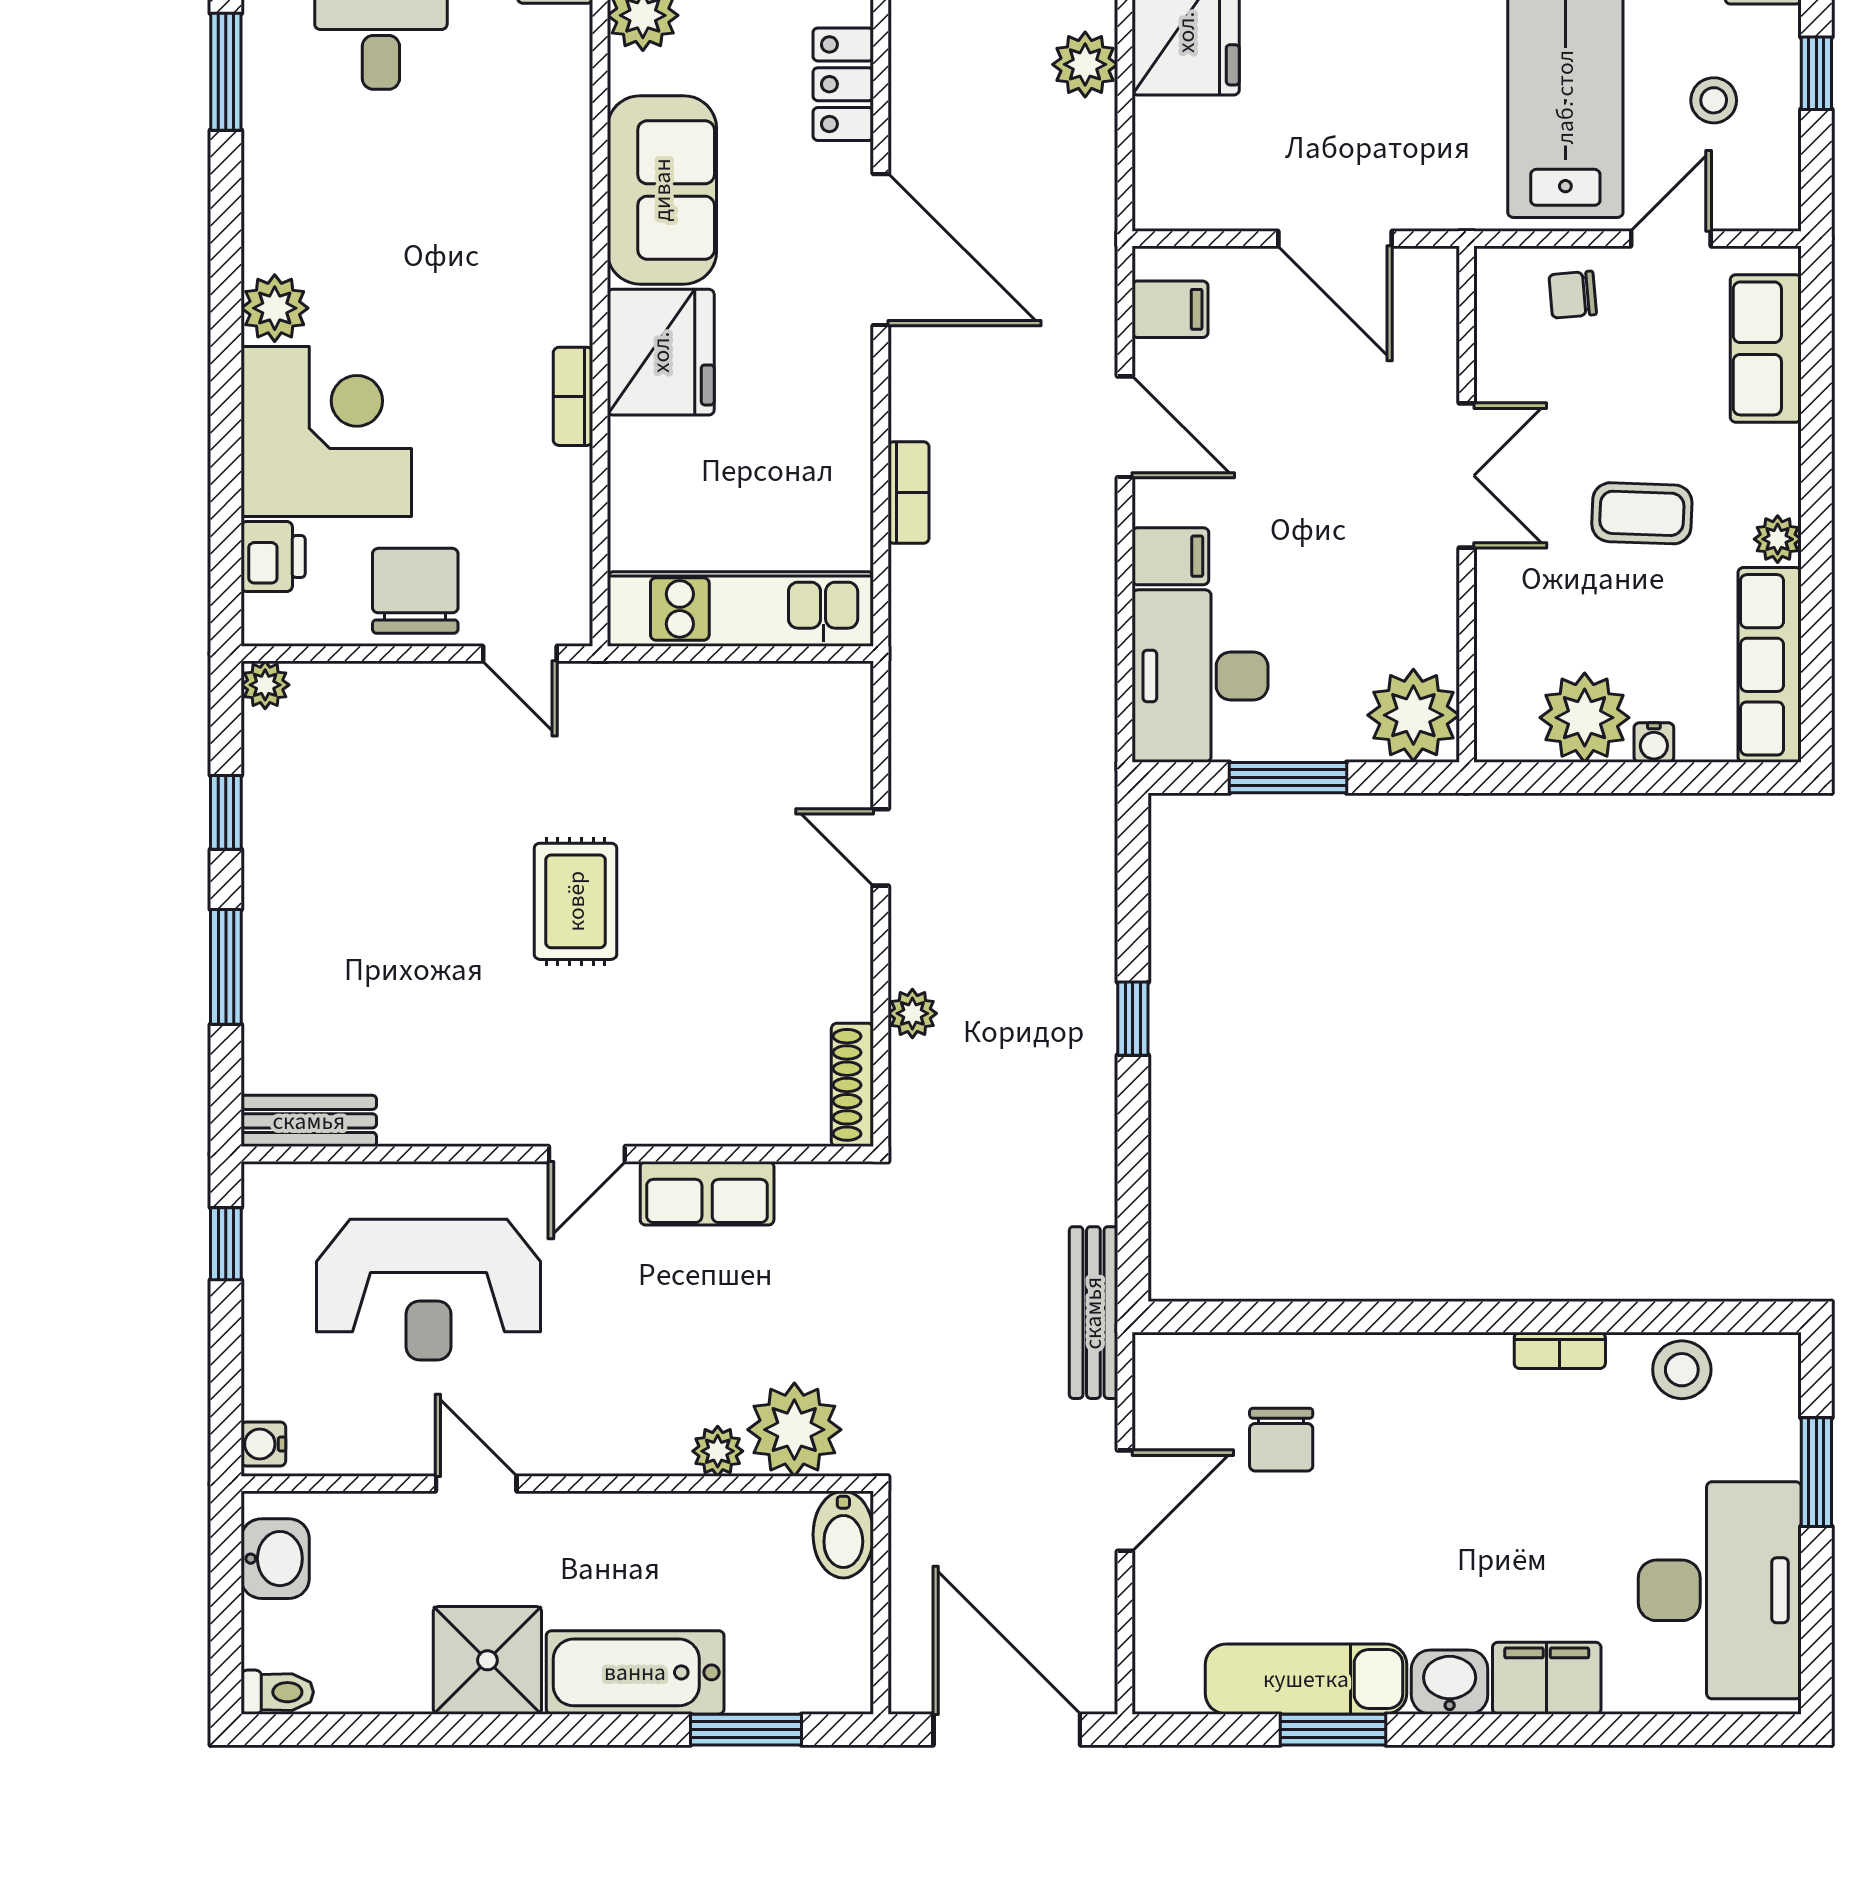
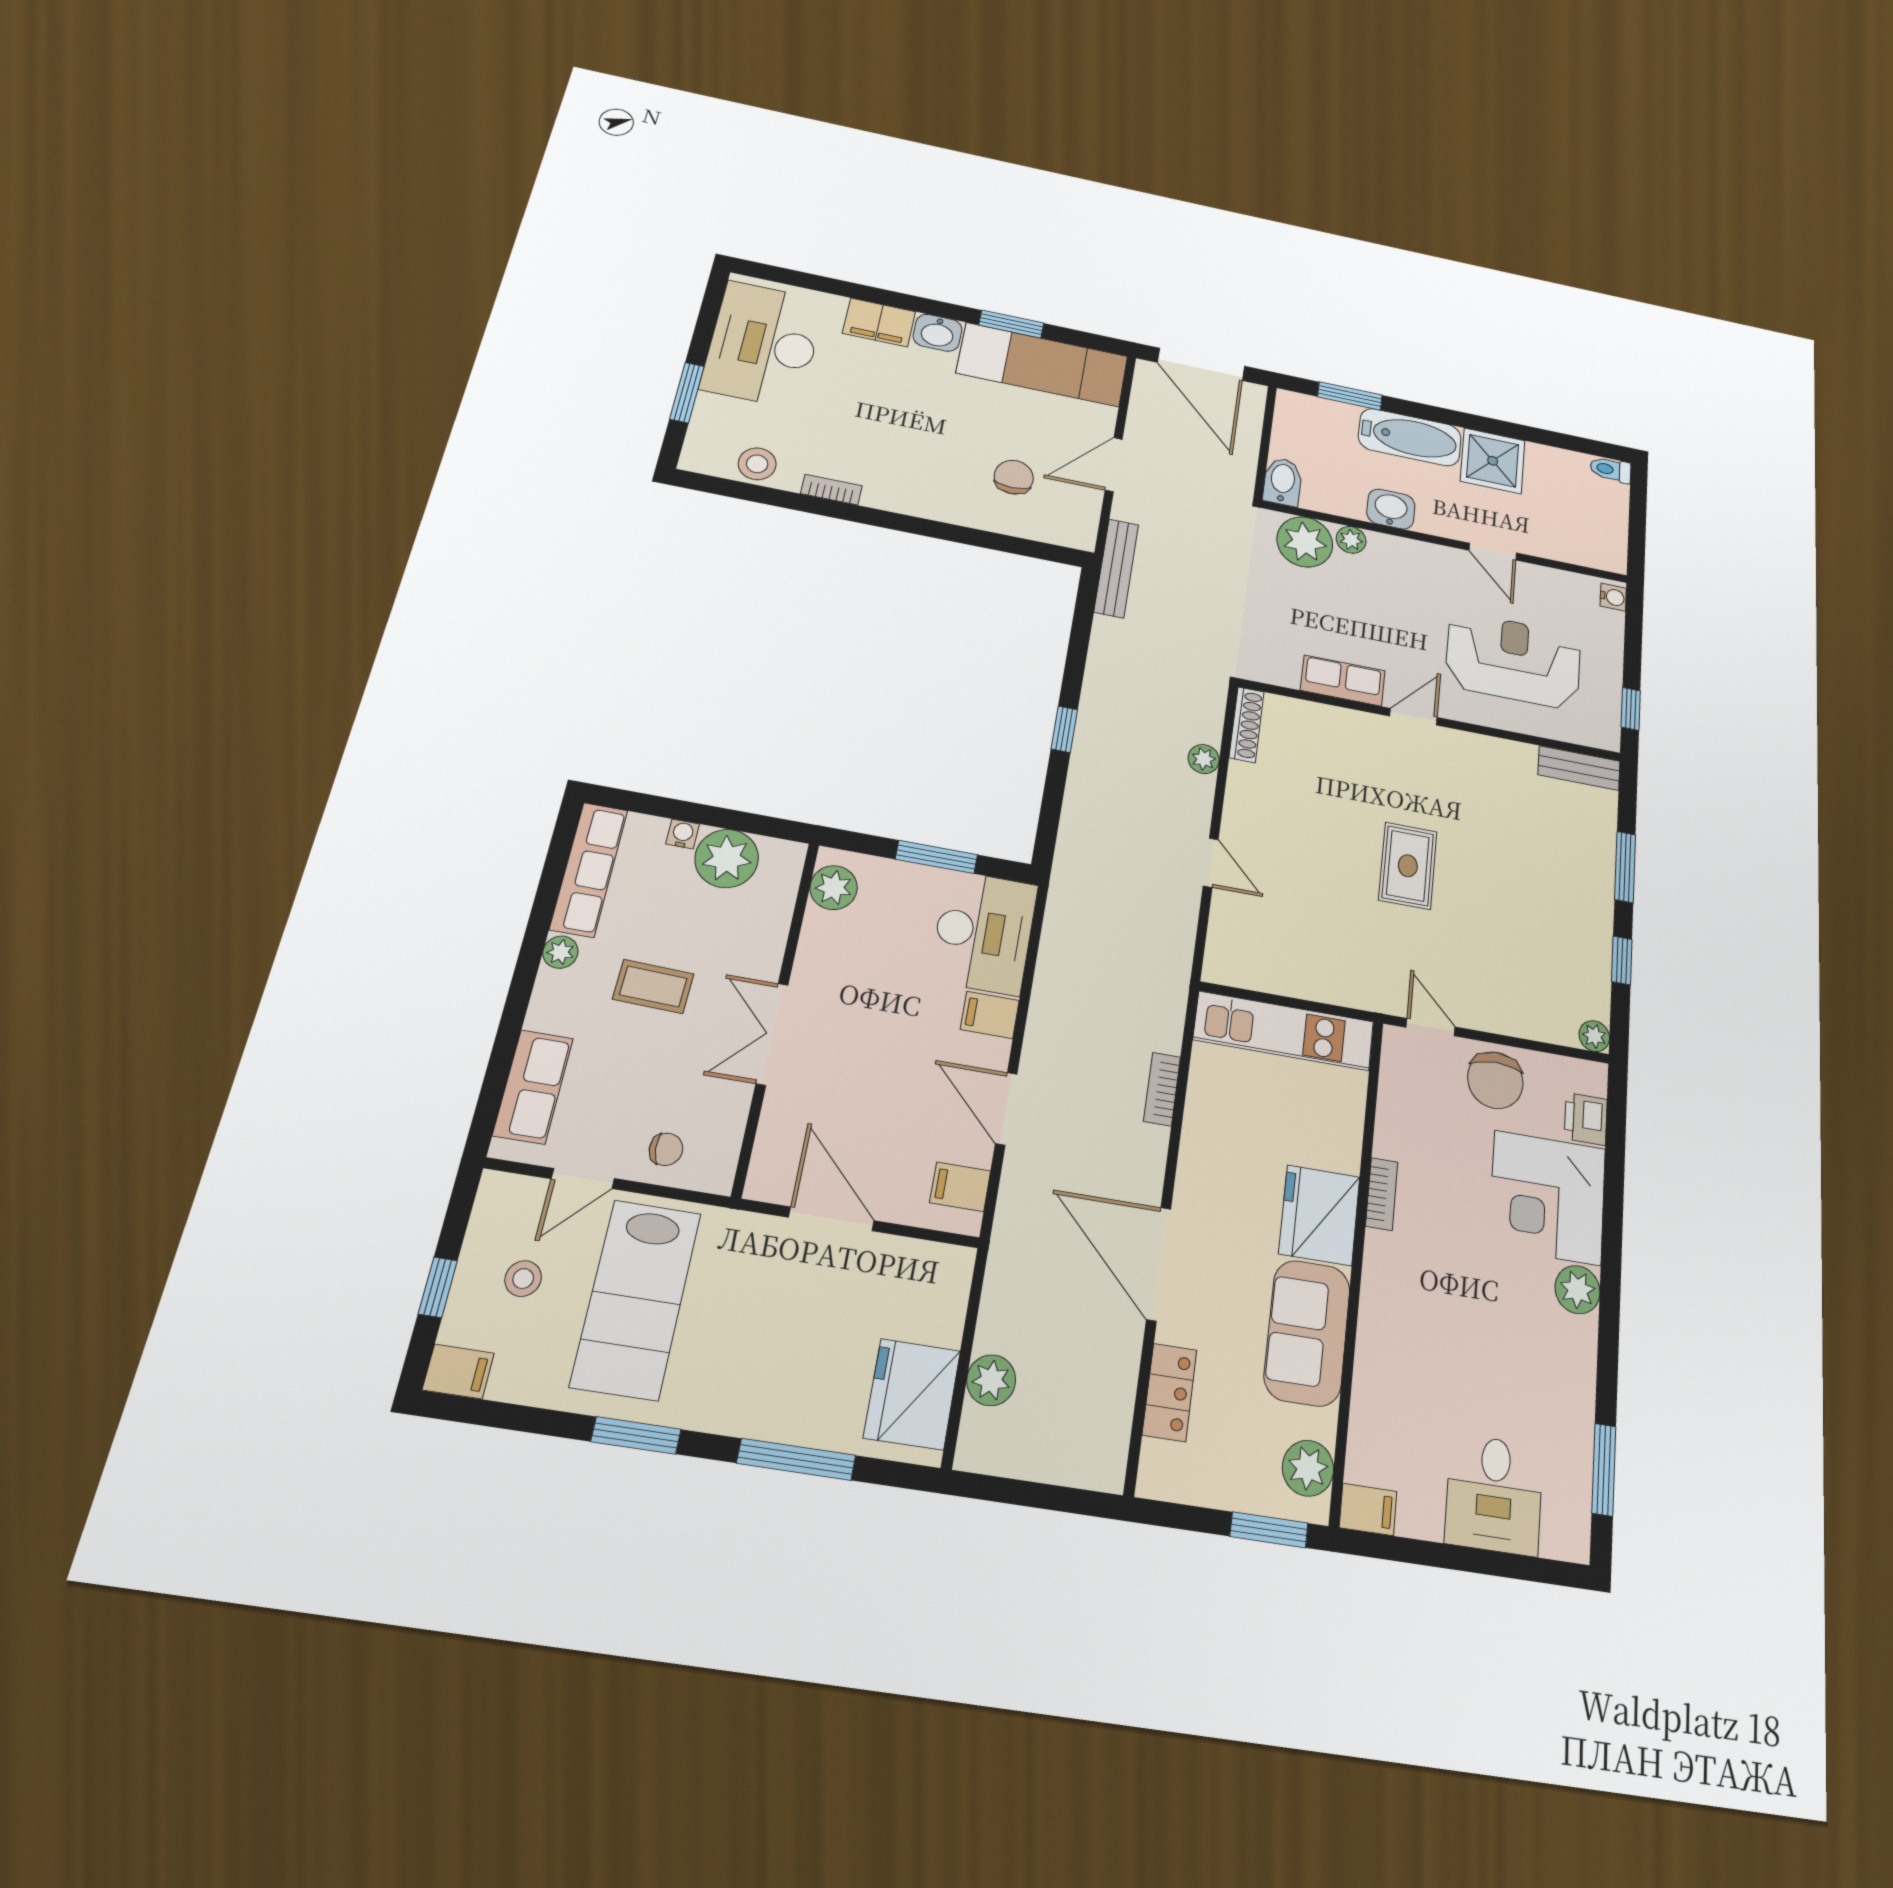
plant: (1413, 715) -> (834, 888), width x0.73, depth x0.73
washbasin: (275, 1559) -> (1391, 509), moved, turned 90
exam couch: (1306, 1679) -> (1042, 365), width x1.36, depth x1.45

